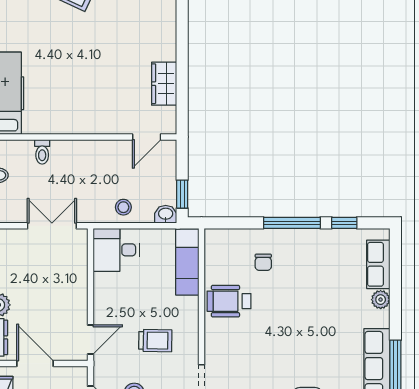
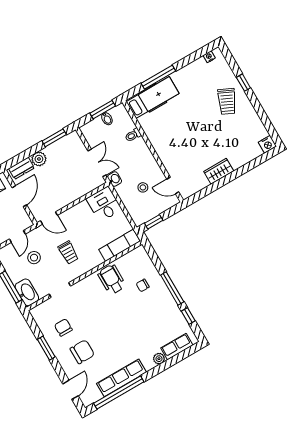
wardrobe: (164, 84) -> (219, 171), moved
stool: (123, 207) -> (143, 187), moved
washbasin: (166, 214) -> (115, 179), moved

